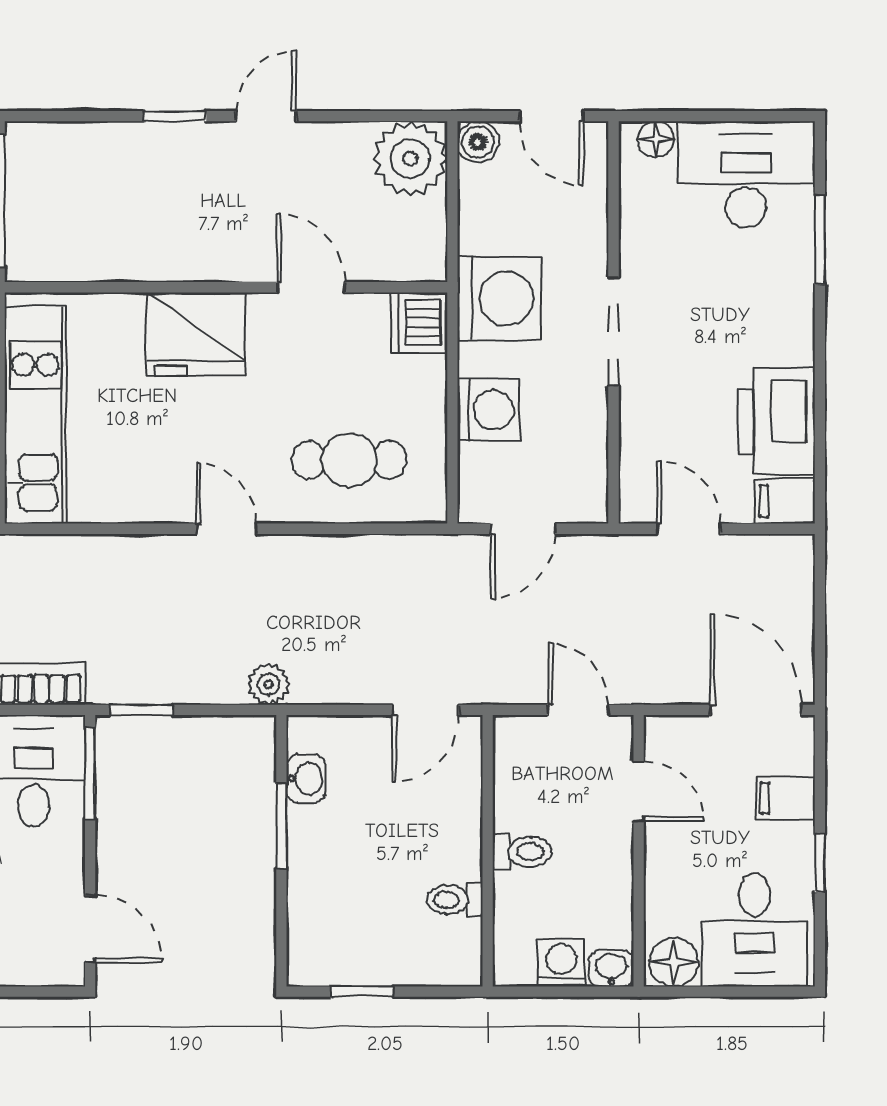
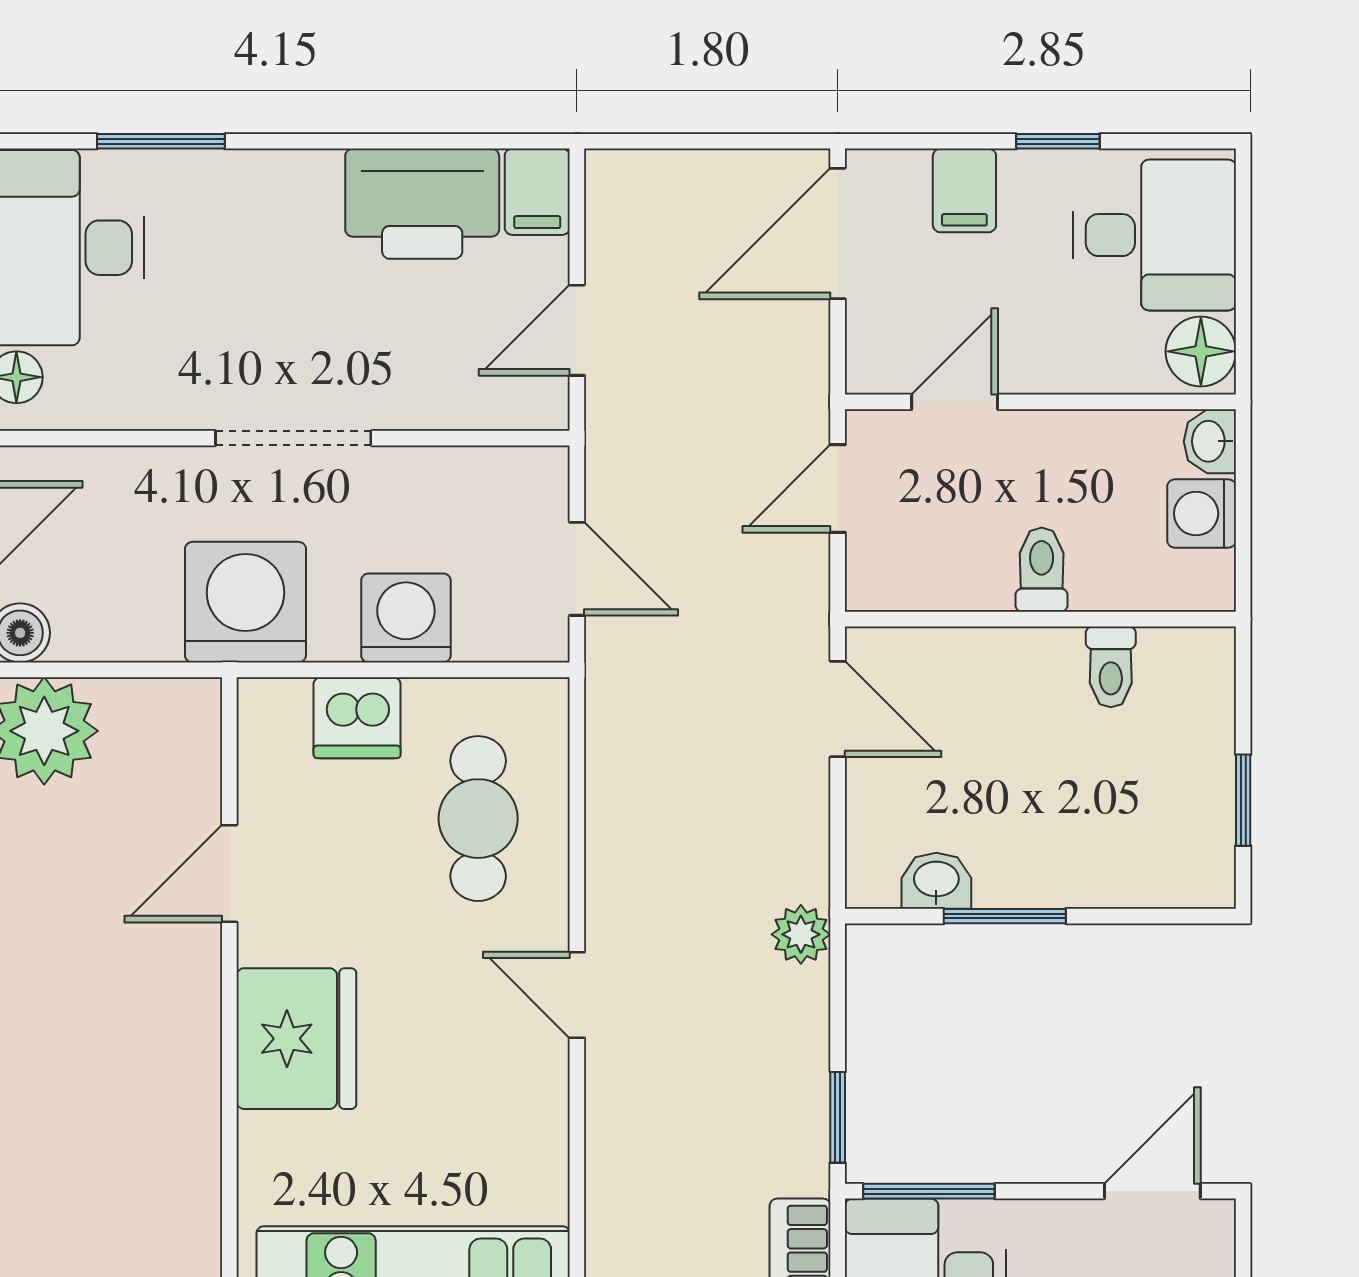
dishwasher: (419, 322) -> (357, 718), moved
door: (227, 529) -> (577, 995), hinge flipped

